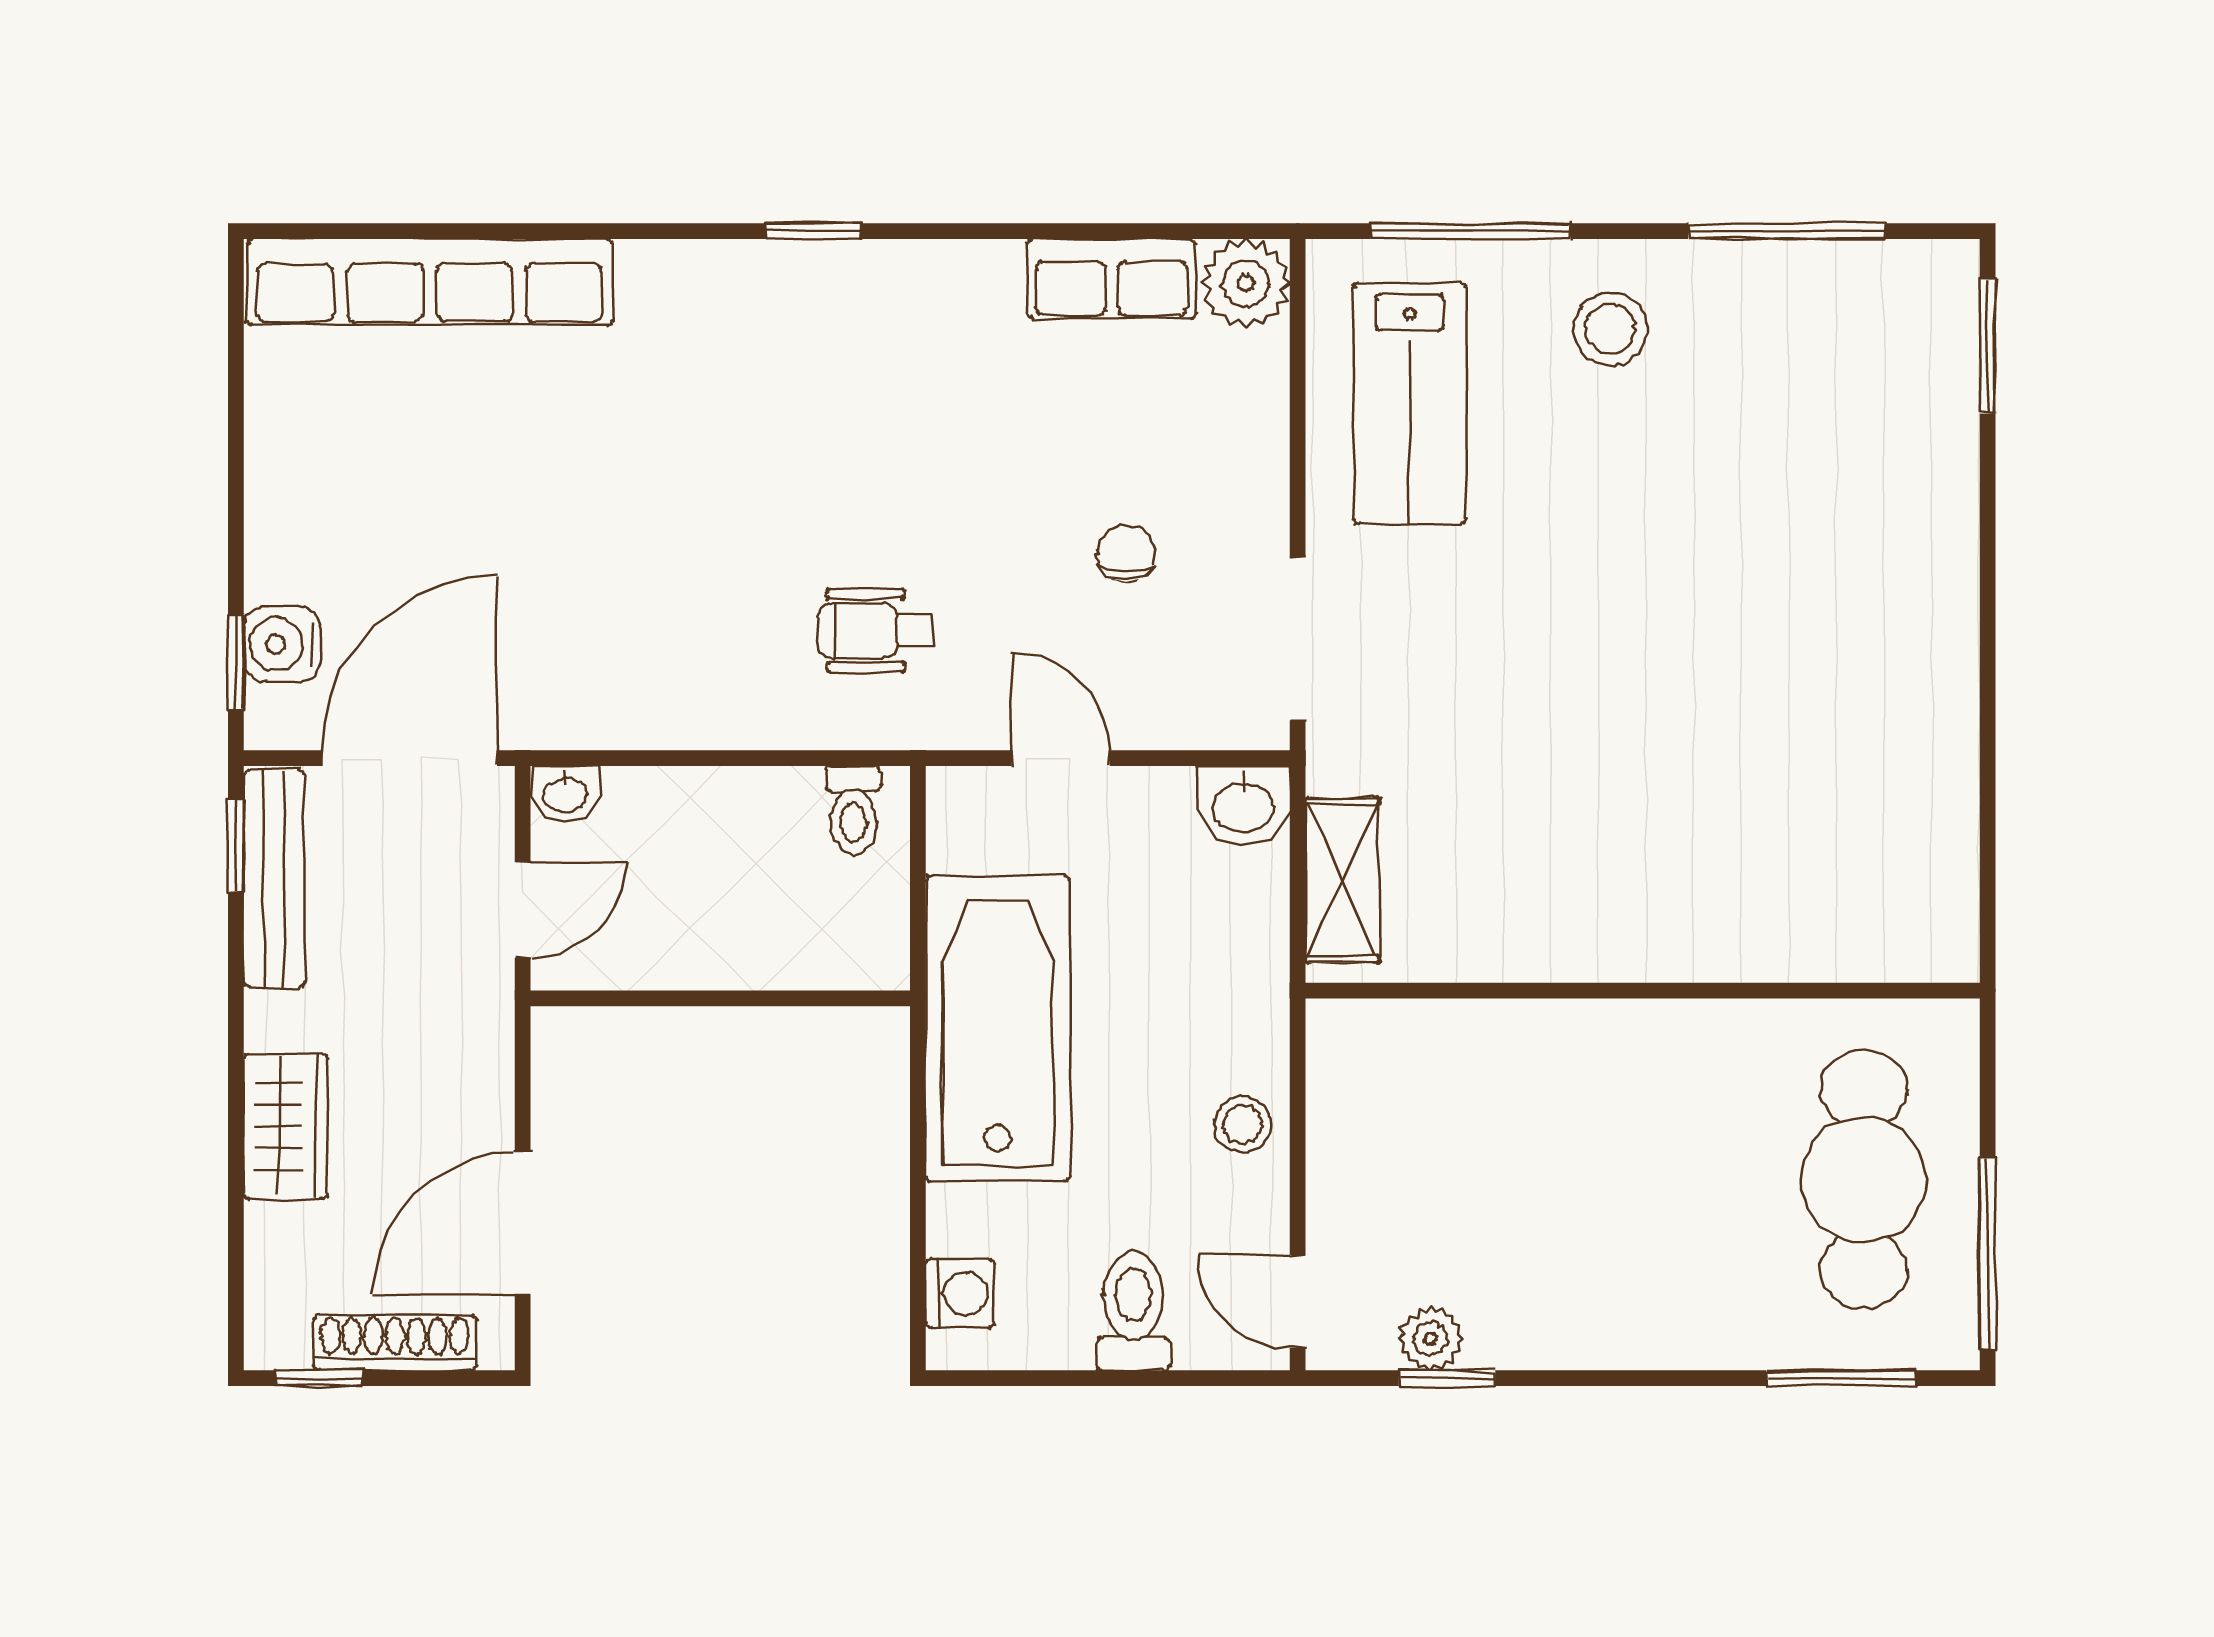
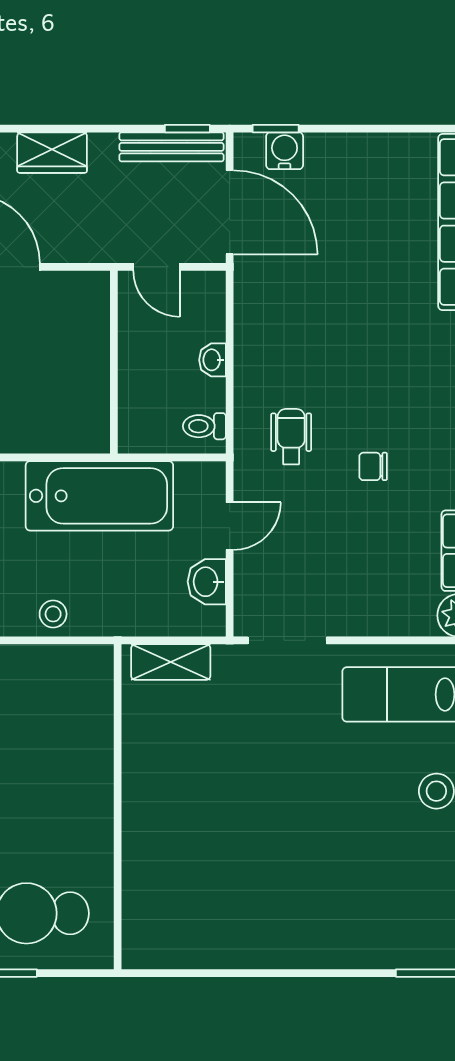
chair: (1126, 553) -> (373, 466), moved, turned 180
washbasin: (565, 794) -> (212, 360), moved
washbasin: (1243, 806) -> (207, 582), moved

